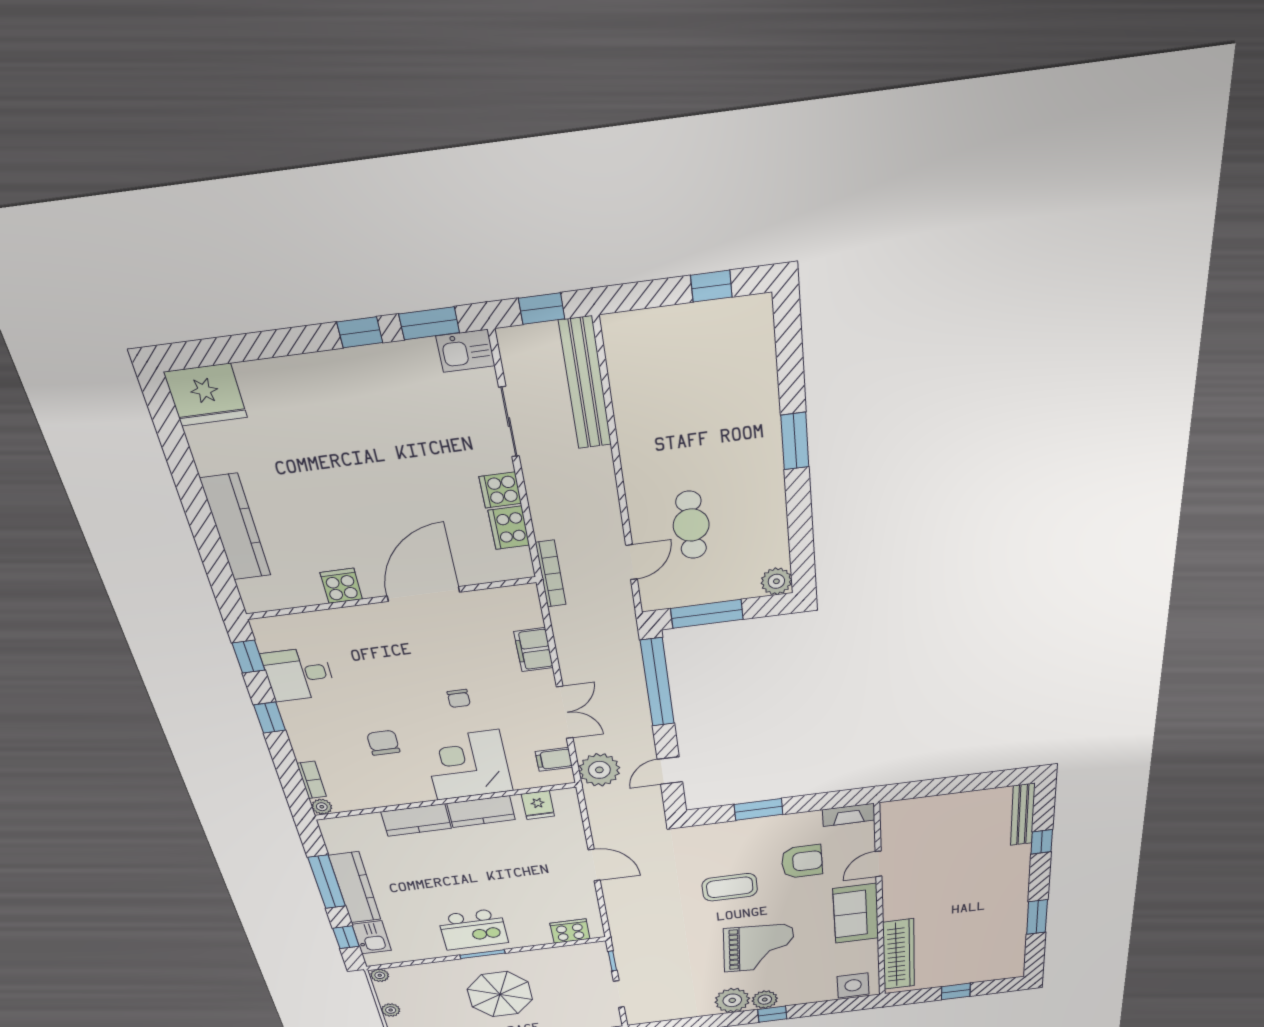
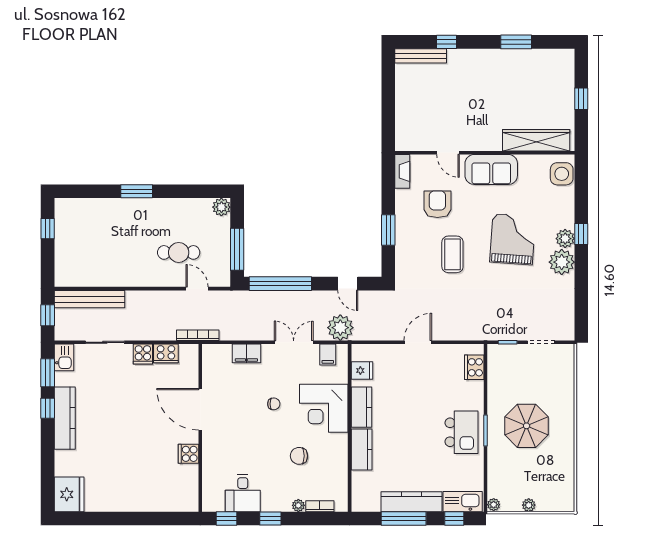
kitchen counter: (236, 527) -> (65, 418), moved, turned 90
plant: (322, 807) -> (298, 505), moved
kitchen sink: (372, 937) -> (463, 502), width x1.38

